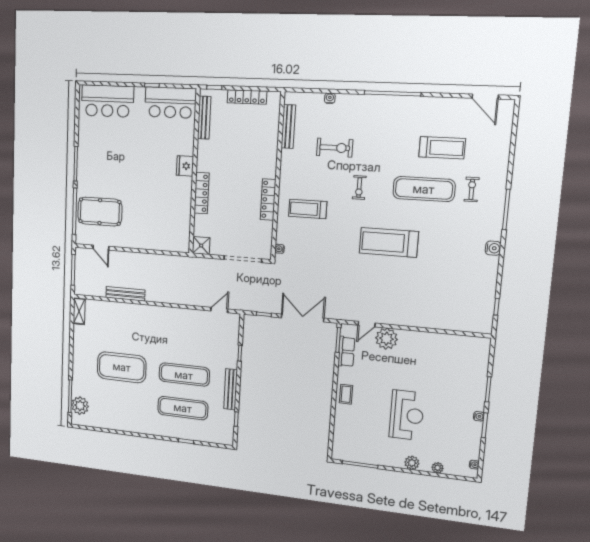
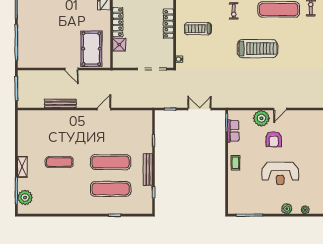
pool table: (100, 212) -> (91, 49), moved, turned 90
treadmill: (389, 242) -> (257, 49), turned 180
shower: (201, 246) -> (119, 45), moved
door: (101, 248) -> (72, 69), moved
door: (219, 310) -> (104, 109), moved
shelving: (79, 311) -> (22, 167), moved
double door: (303, 318) -> (199, 109), width x0.73
door: (367, 324) -> (280, 109), moved
exercise mat: (122, 367) -> (59, 162), width x0.50, depth x0.69
armchair: (401, 369) -> (274, 139), added
reception desk: (407, 415) -> (280, 173), turned 90

